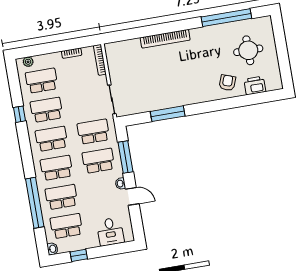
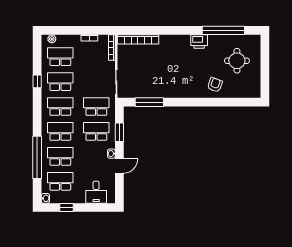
bookcase: (165, 39) -> (138, 39), moved
printer: (255, 85) -> (199, 42), moved, turned 180
window: (168, 114) -> (149, 102), moved
window: (126, 157) -> (119, 132), width x0.69
door: (132, 196) -> (119, 166), hinge flipped

